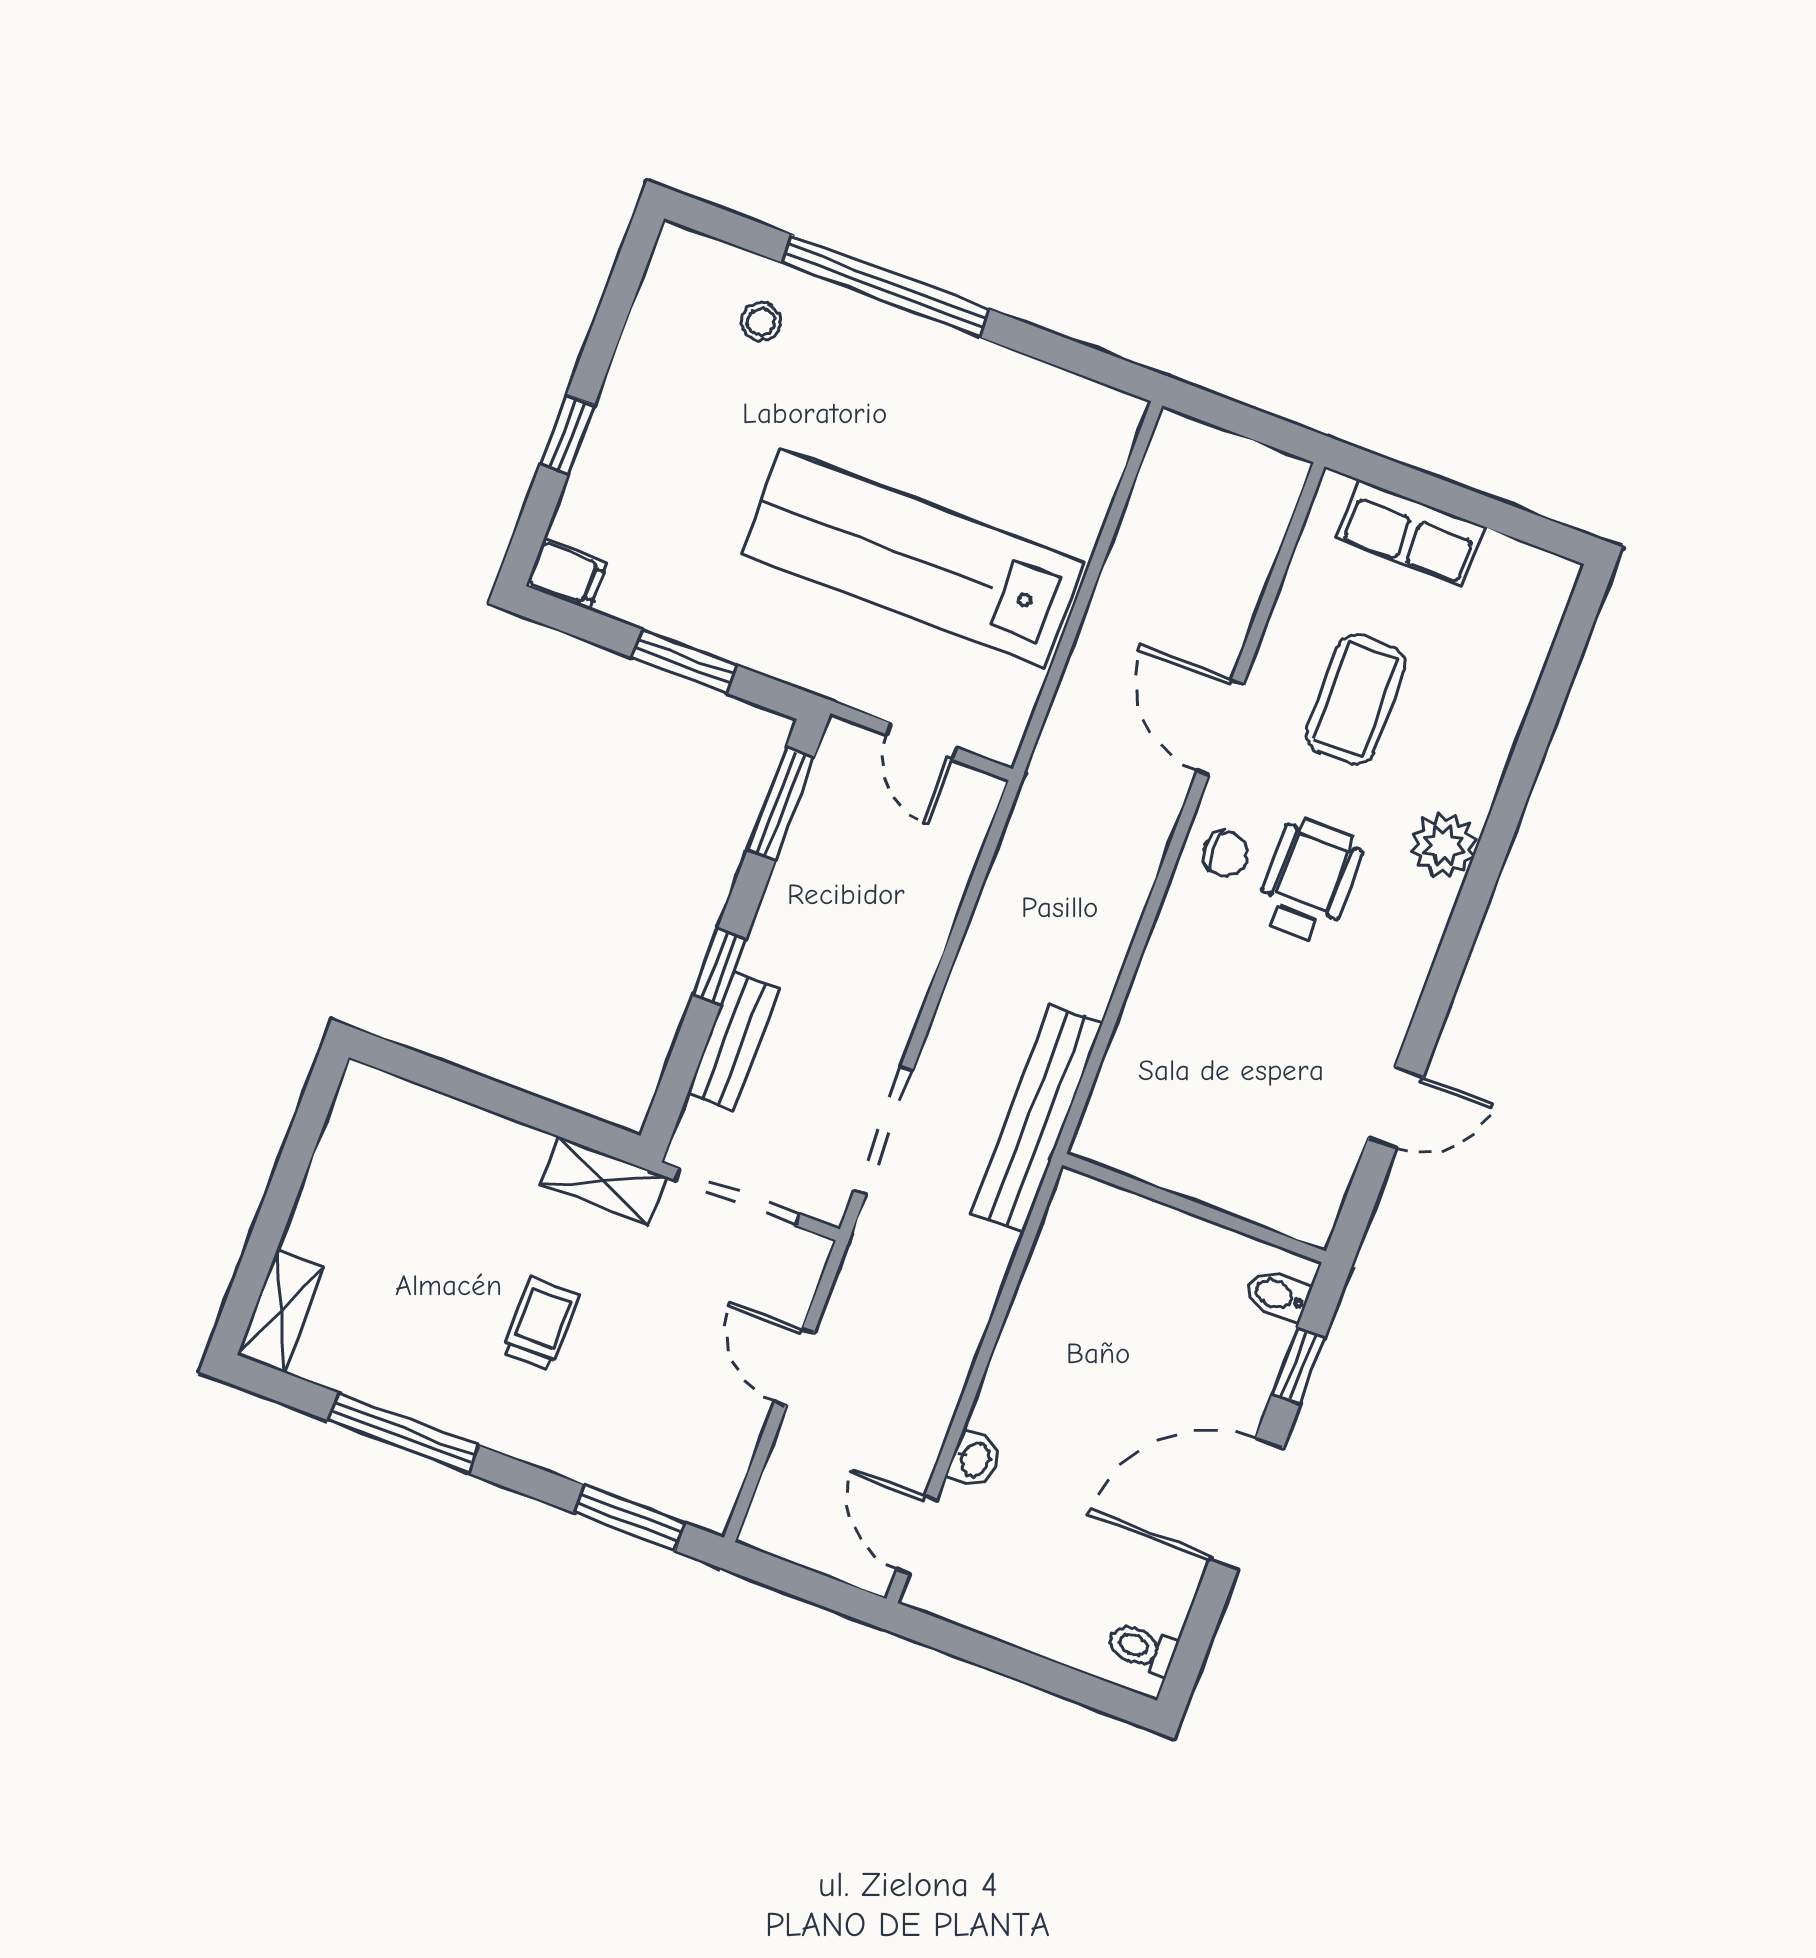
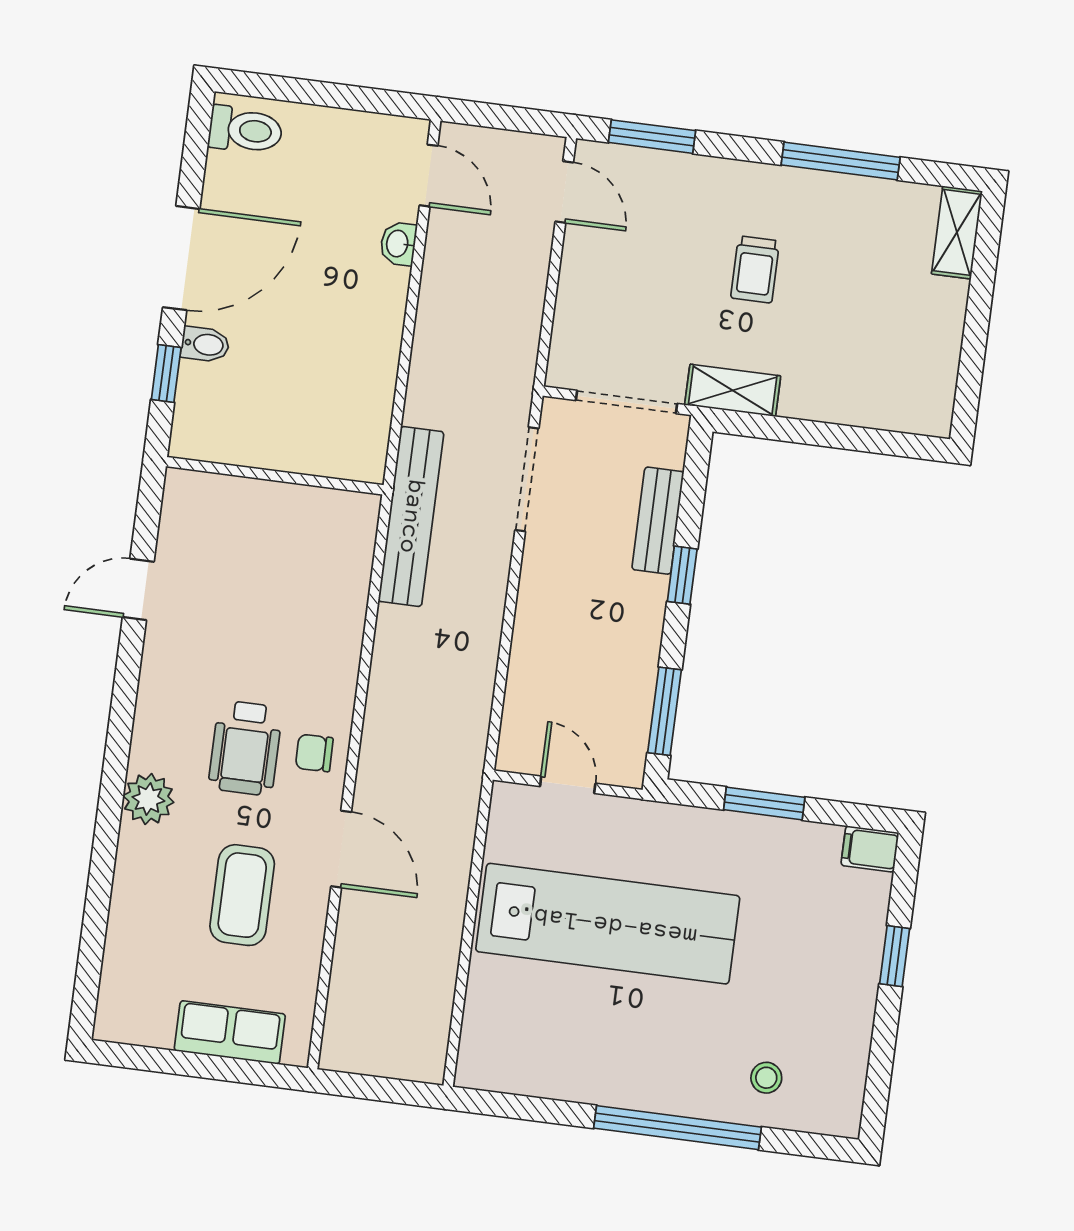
bidet: (1278, 1295) -> (205, 344), moved
door: (794, 1367) -> (564, 192), moved
toilet: (1142, 1648) -> (245, 130), width x1.37, depth x1.39

